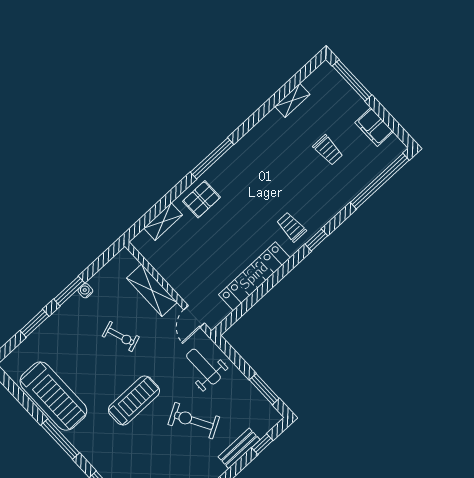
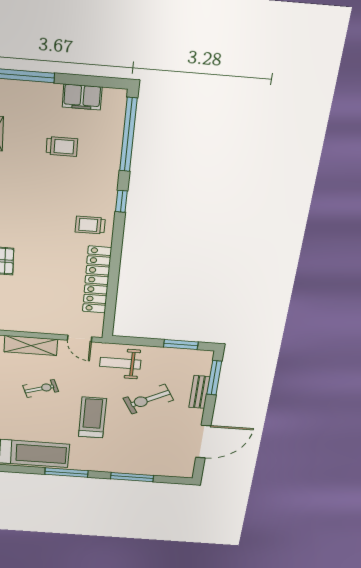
window: (316, 240) -> (121, 201), moved
window: (262, 444) -> (214, 378), width x2.17

